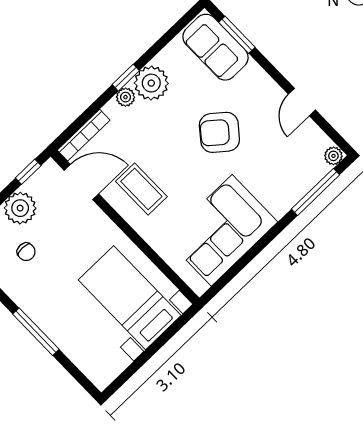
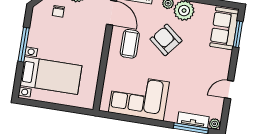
armchair: (219, 132) -> (166, 40), moved
tv unit: (307, 181) -> (193, 120), added
bed with nightstands: (130, 298) -> (51, 76), moved, turned 90

